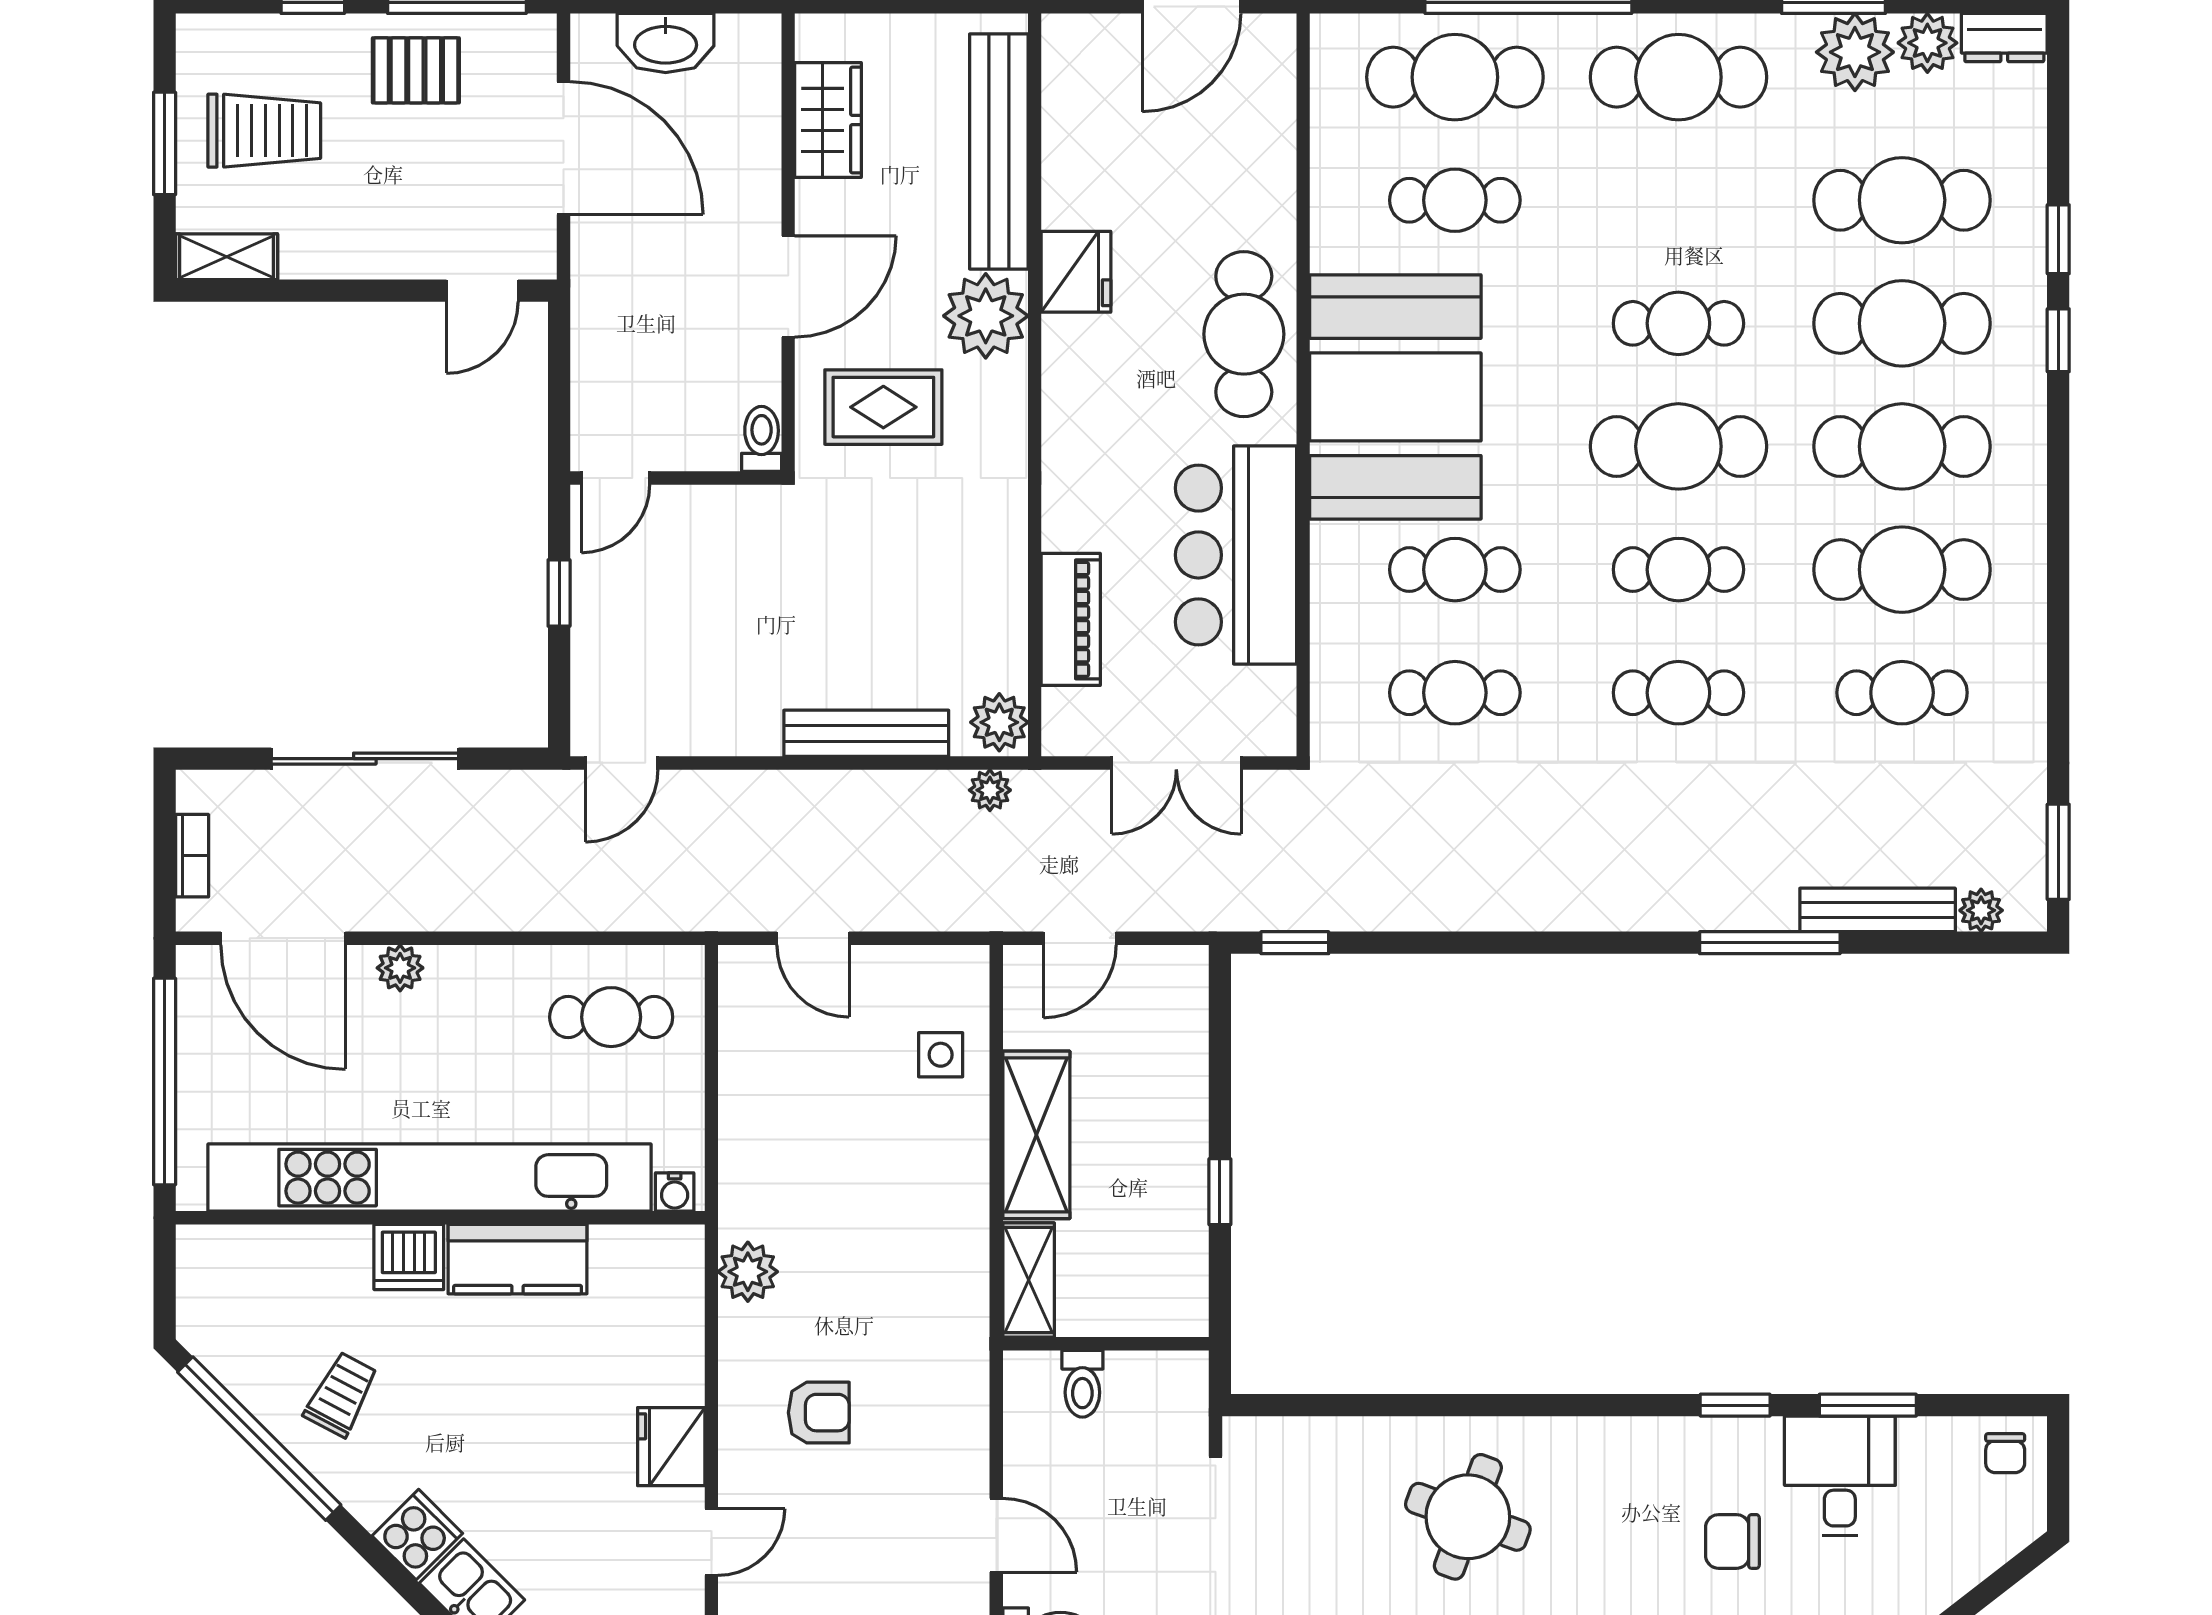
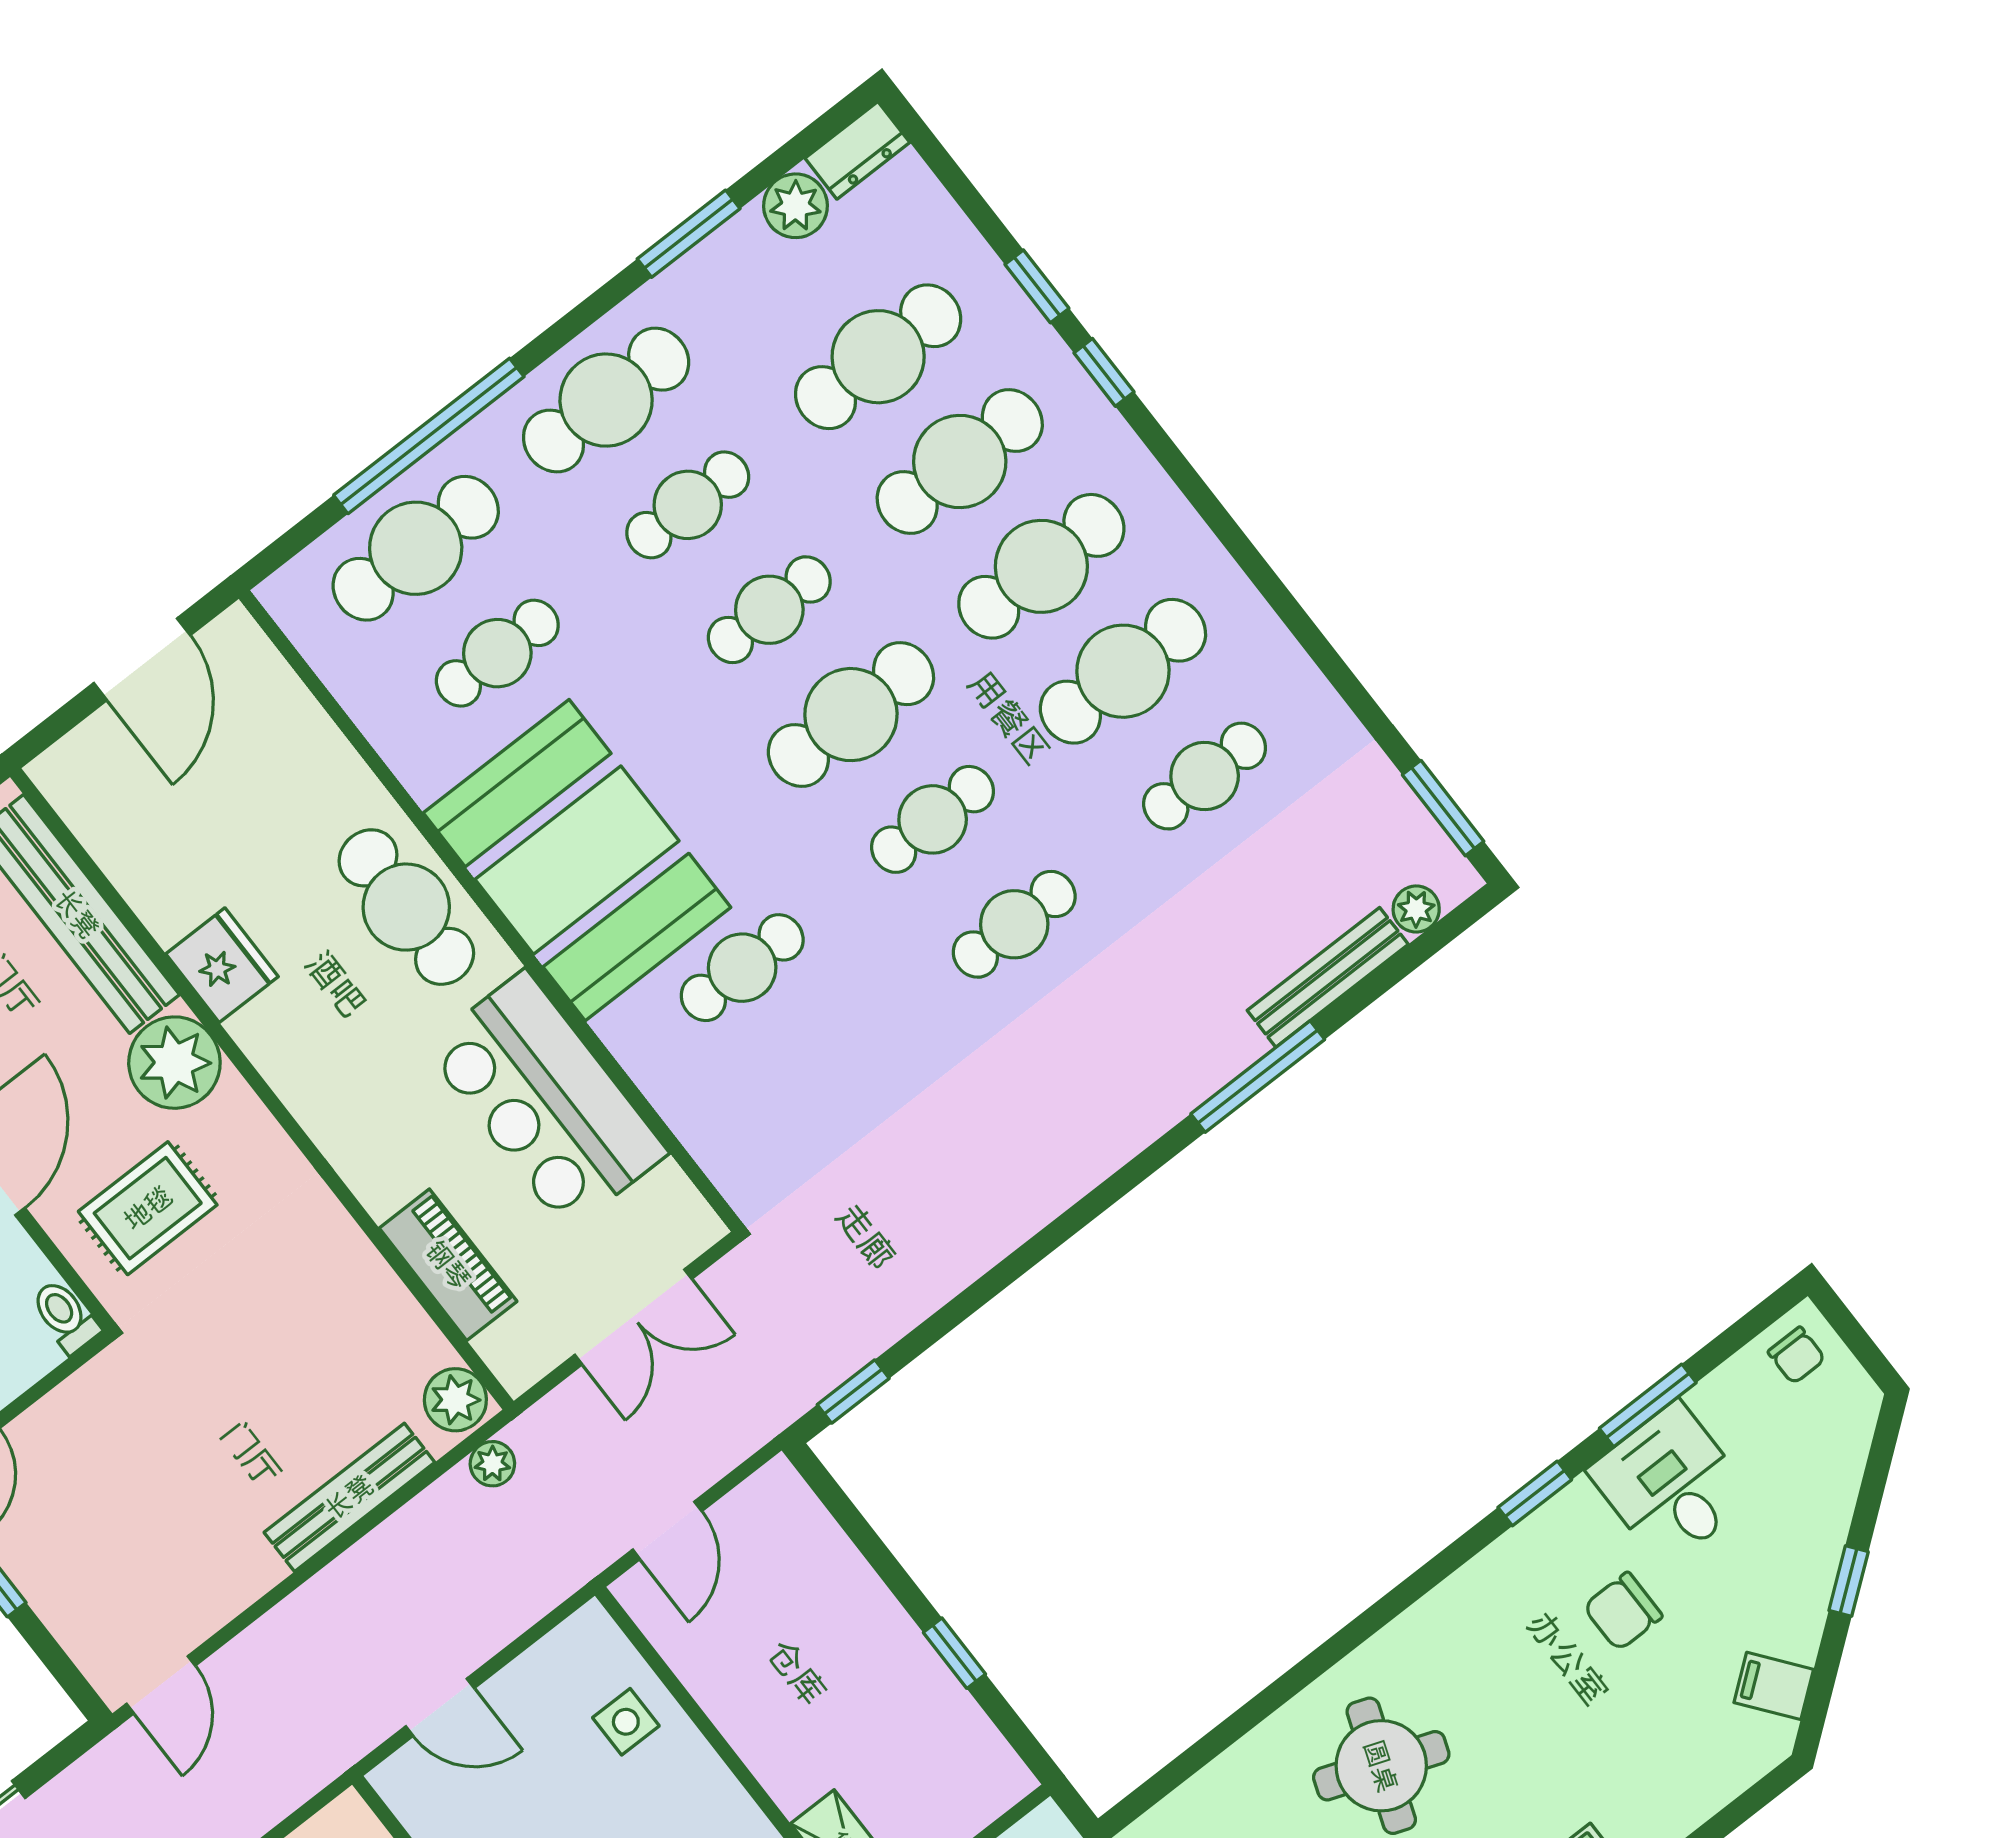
plant: (1855, 52) -> (740, 262), removed
cafe table: (1455, 693) -> (688, 505), moved
shelving: (1036, 1135) -> (761, 1727), removed

